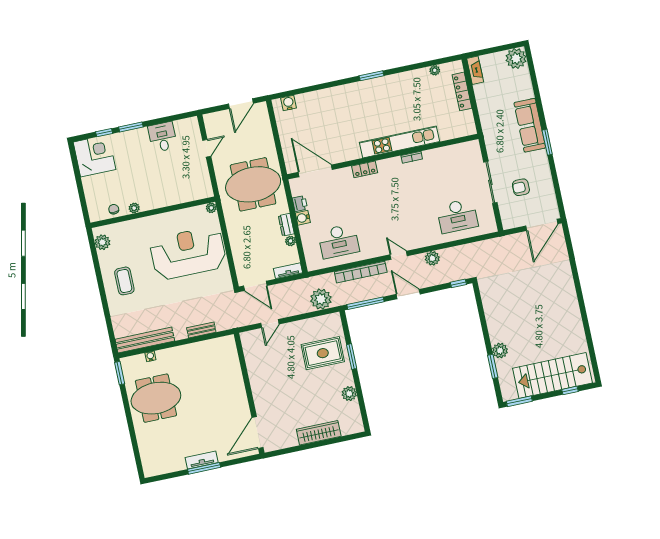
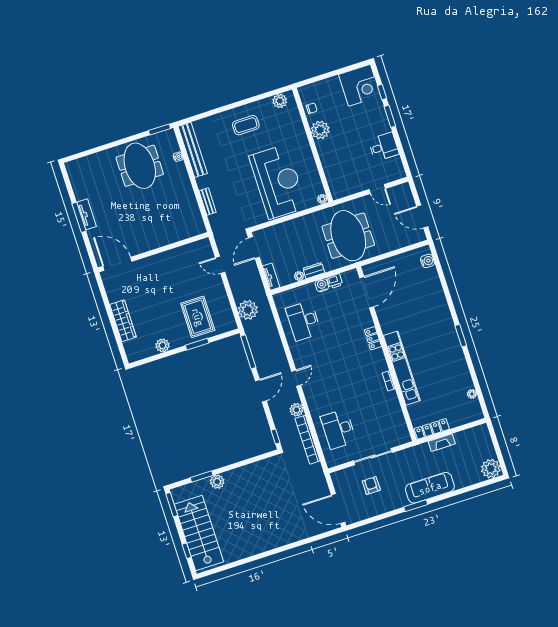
fireplace: (475, 70) -> (442, 443), moved
locker: (462, 91) -> (432, 429), moved
plant: (134, 208) -> (320, 130), width x1.87, depth x1.87
bookcase: (361, 272) -> (308, 440), moved

